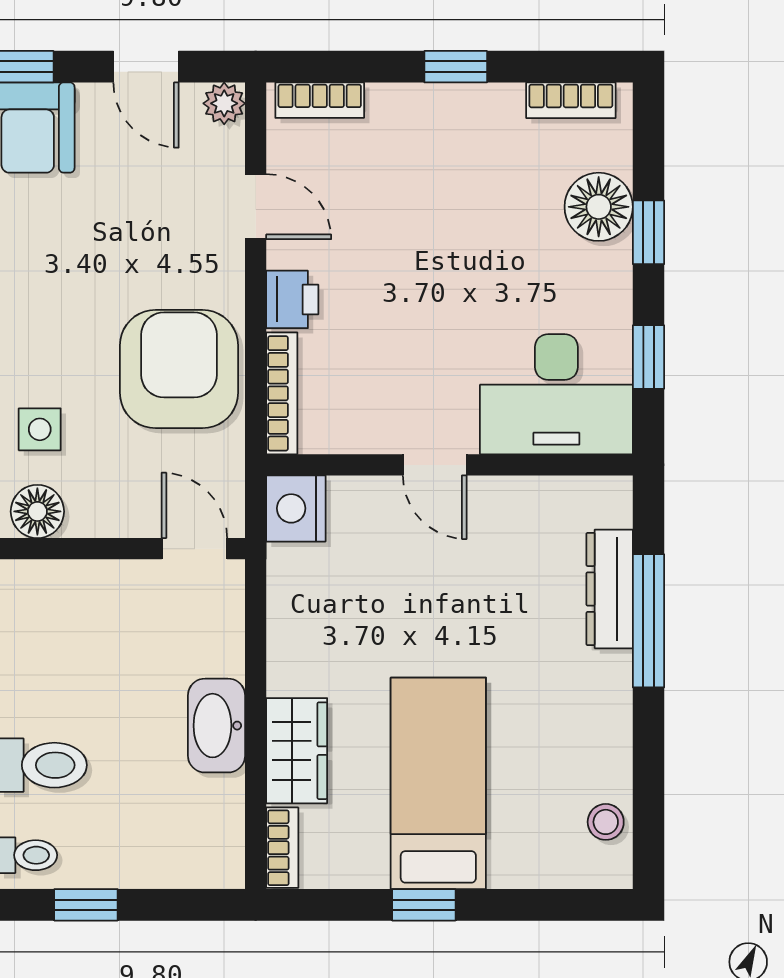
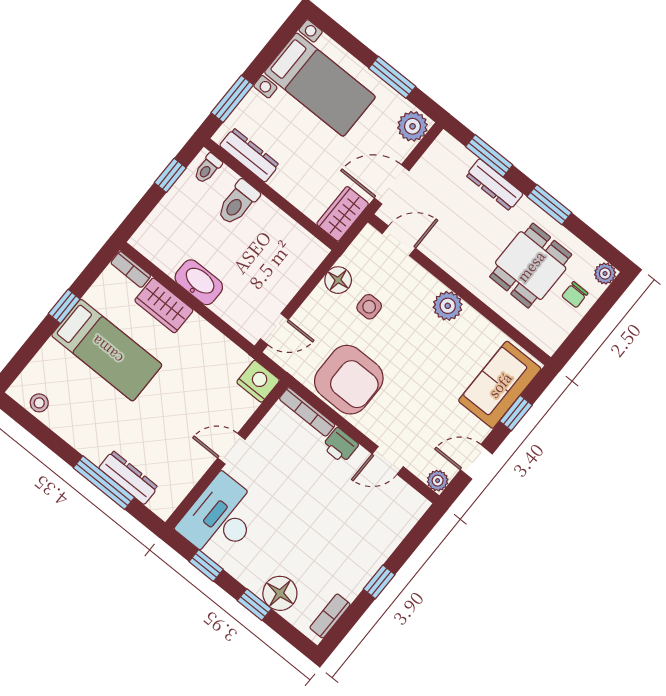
bookcase: (320, 100) -> (409, 519), removed

